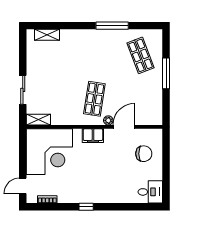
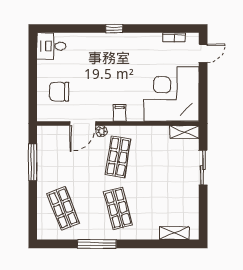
shop shelf: (94, 55) -> (118, 208), added
window: (166, 73) -> (33, 162), moved
filing cabinet: (93, 136) -> (120, 113), width x0.50
window: (86, 207) -> (114, 29), moved

